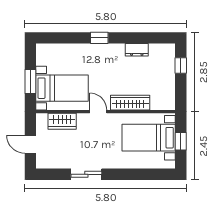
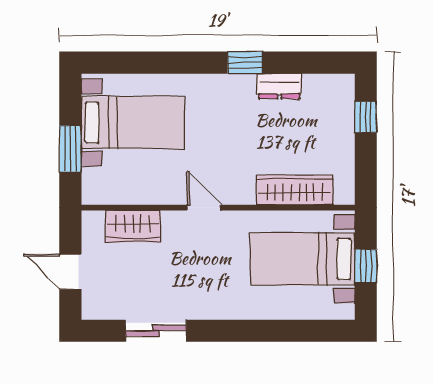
window: (99, 38) -> (245, 63), moved
bed with nightstands: (62, 88) -> (133, 123), moved
wardrobe: (130, 103) -> (295, 190), moved
sliding door: (86, 174) -> (156, 331), moved

